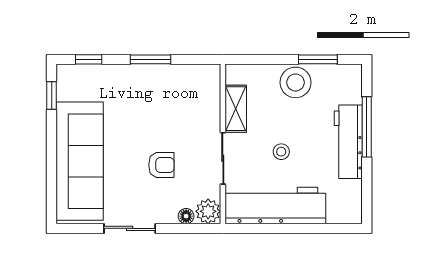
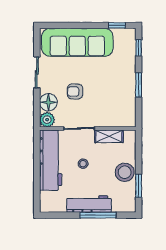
armchair: (161, 165) -> (75, 92), turned 90
floor lamp: (186, 216) -> (48, 102), width x1.89, depth x1.89

